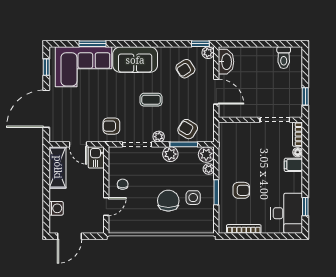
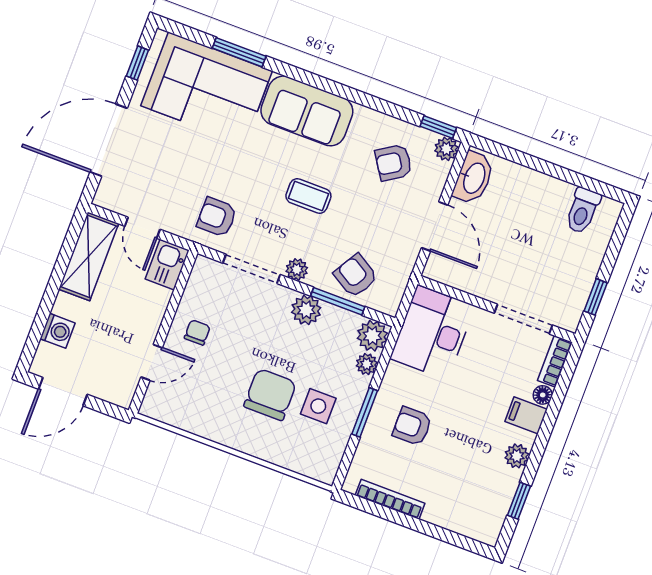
plant: (296, 186) -> (517, 456), added
armchair: (241, 190) -> (412, 426), turned 180
desk: (287, 213) -> (433, 333), moved, turned 180

